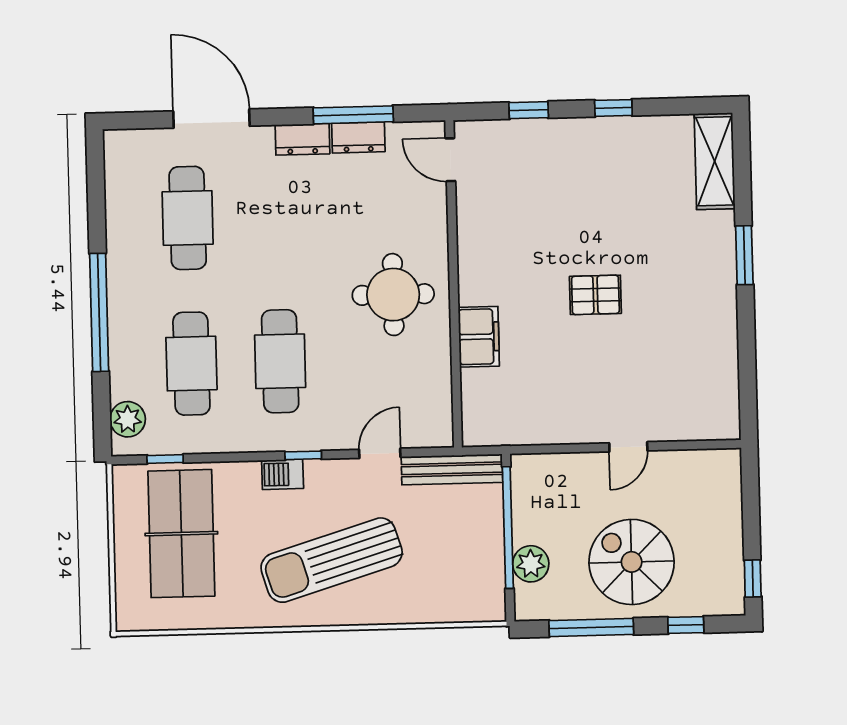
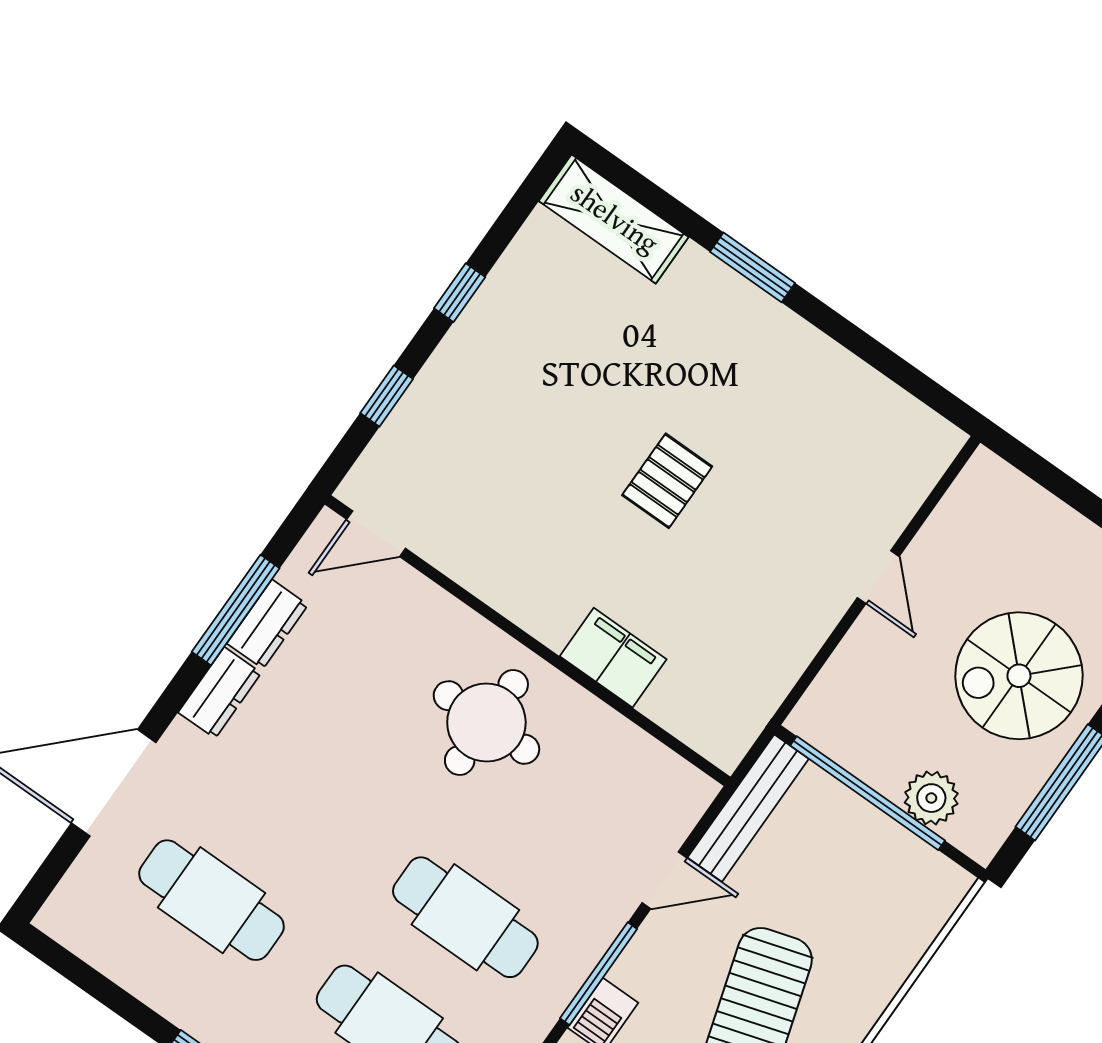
door: (380, 453) -> (664, 880), swing flipped
window: (303, 455) -> (599, 974), width x2.17

